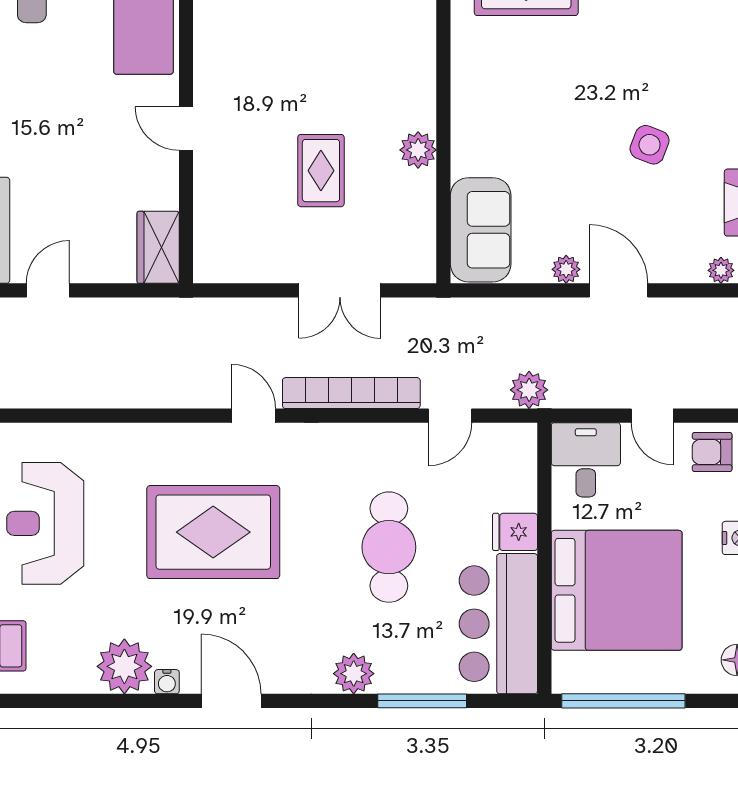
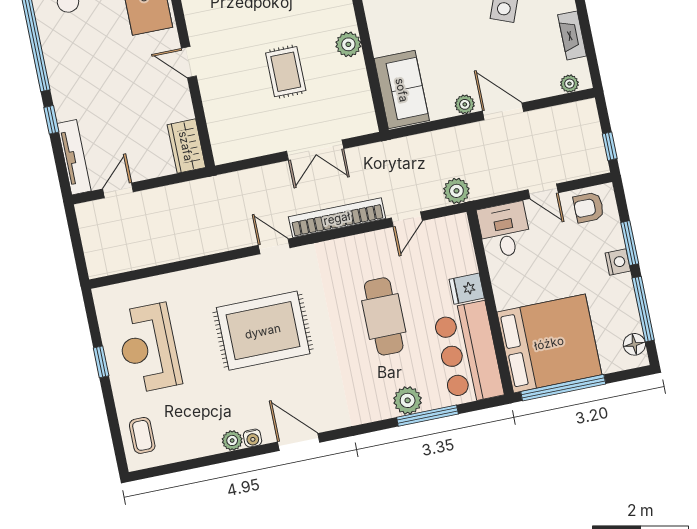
bed: (617, 590) -> (549, 343), moved
plant: (124, 666) -> (232, 440), width x0.53, depth x0.53
plant: (354, 674) -> (408, 400), moved

